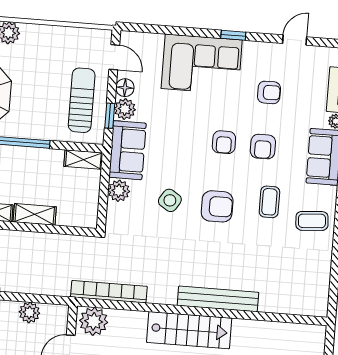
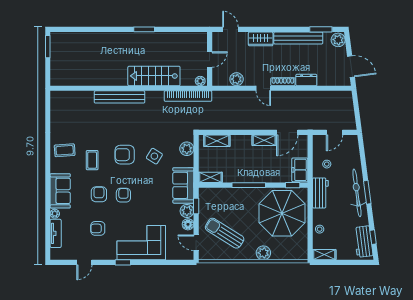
sun lounger: (82, 100) -> (225, 233), moved, turned 122
plant: (119, 191) -> (187, 149), moved
shelving: (35, 214) -> (217, 141), moved
plant: (94, 321) -> (200, 81), width x0.53, depth x0.53
stairs: (189, 330) -> (154, 76), moved

